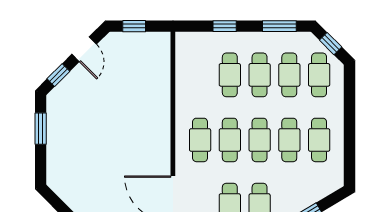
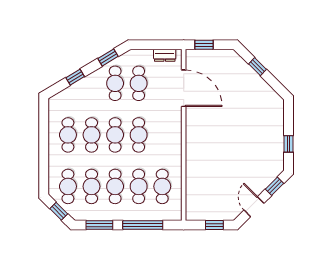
window: (225, 26) -> (143, 225), width x2.17
window: (41, 129) -> (289, 144), width x0.67
cafe table: (200, 140) -> (162, 186), moved

